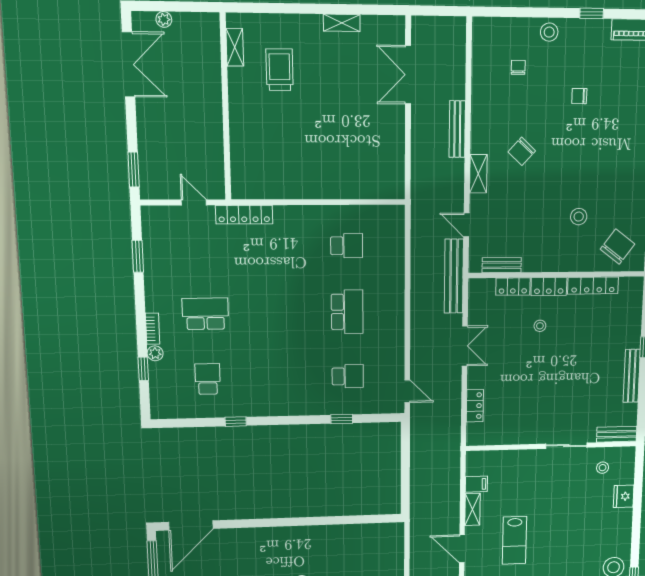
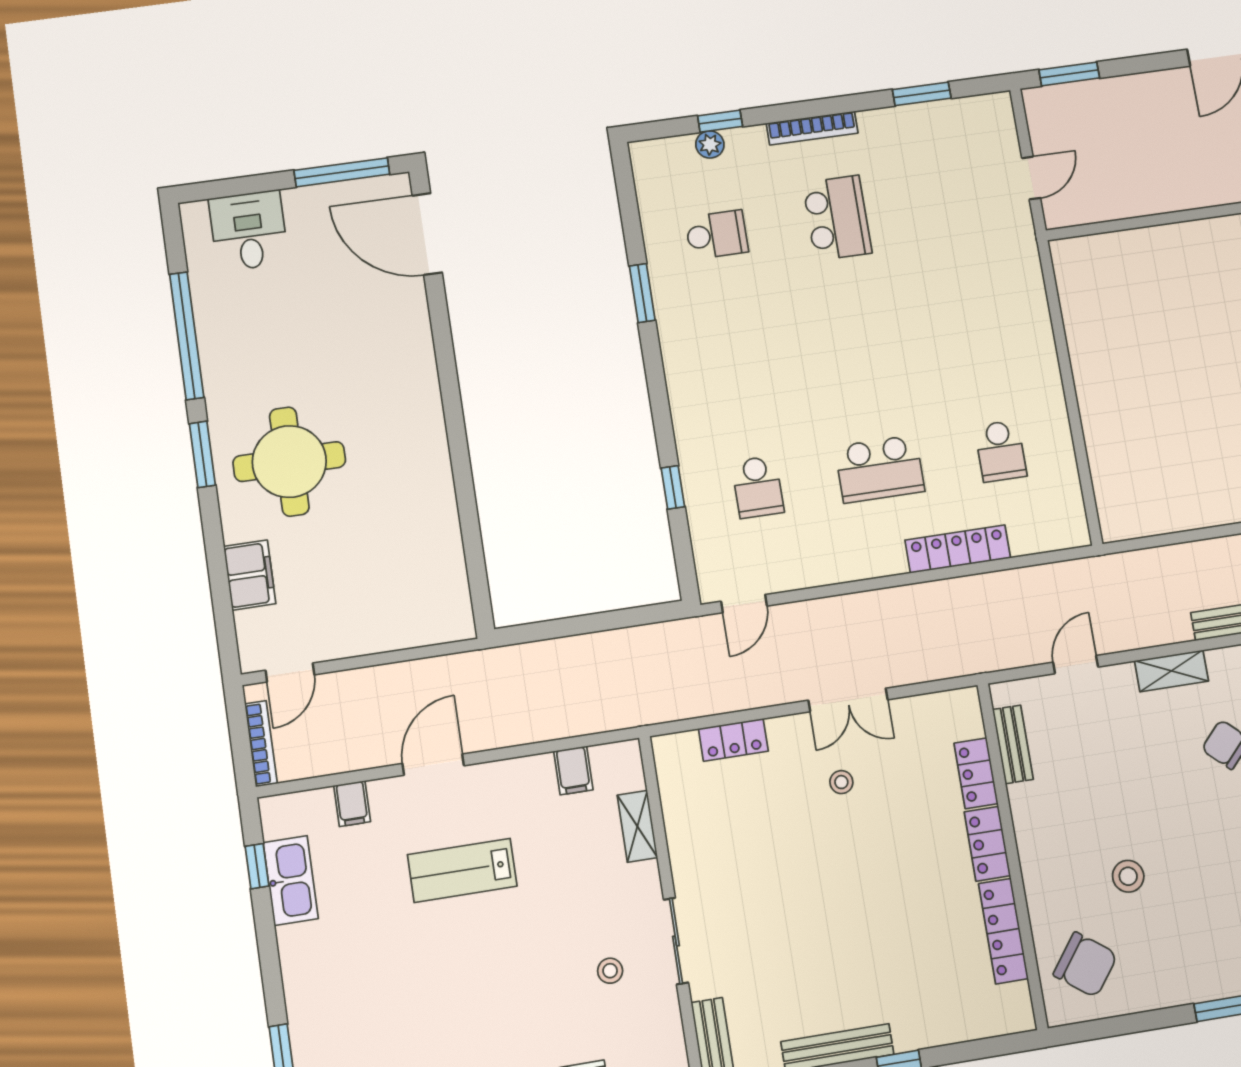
locker: (244, 215) -> (958, 549), moved, turned 90
bench: (454, 276) -> (977, 657), removed
stool: (540, 326) -> (841, 782), moved
bookcase: (153, 329) -> (812, 128), width x1.56
plant: (155, 353) -> (710, 145), moved
window: (236, 422) -> (642, 293), width x1.50
stool: (603, 468) -> (610, 971), moved
shelving: (473, 509) -> (637, 826), moved, turned 90

